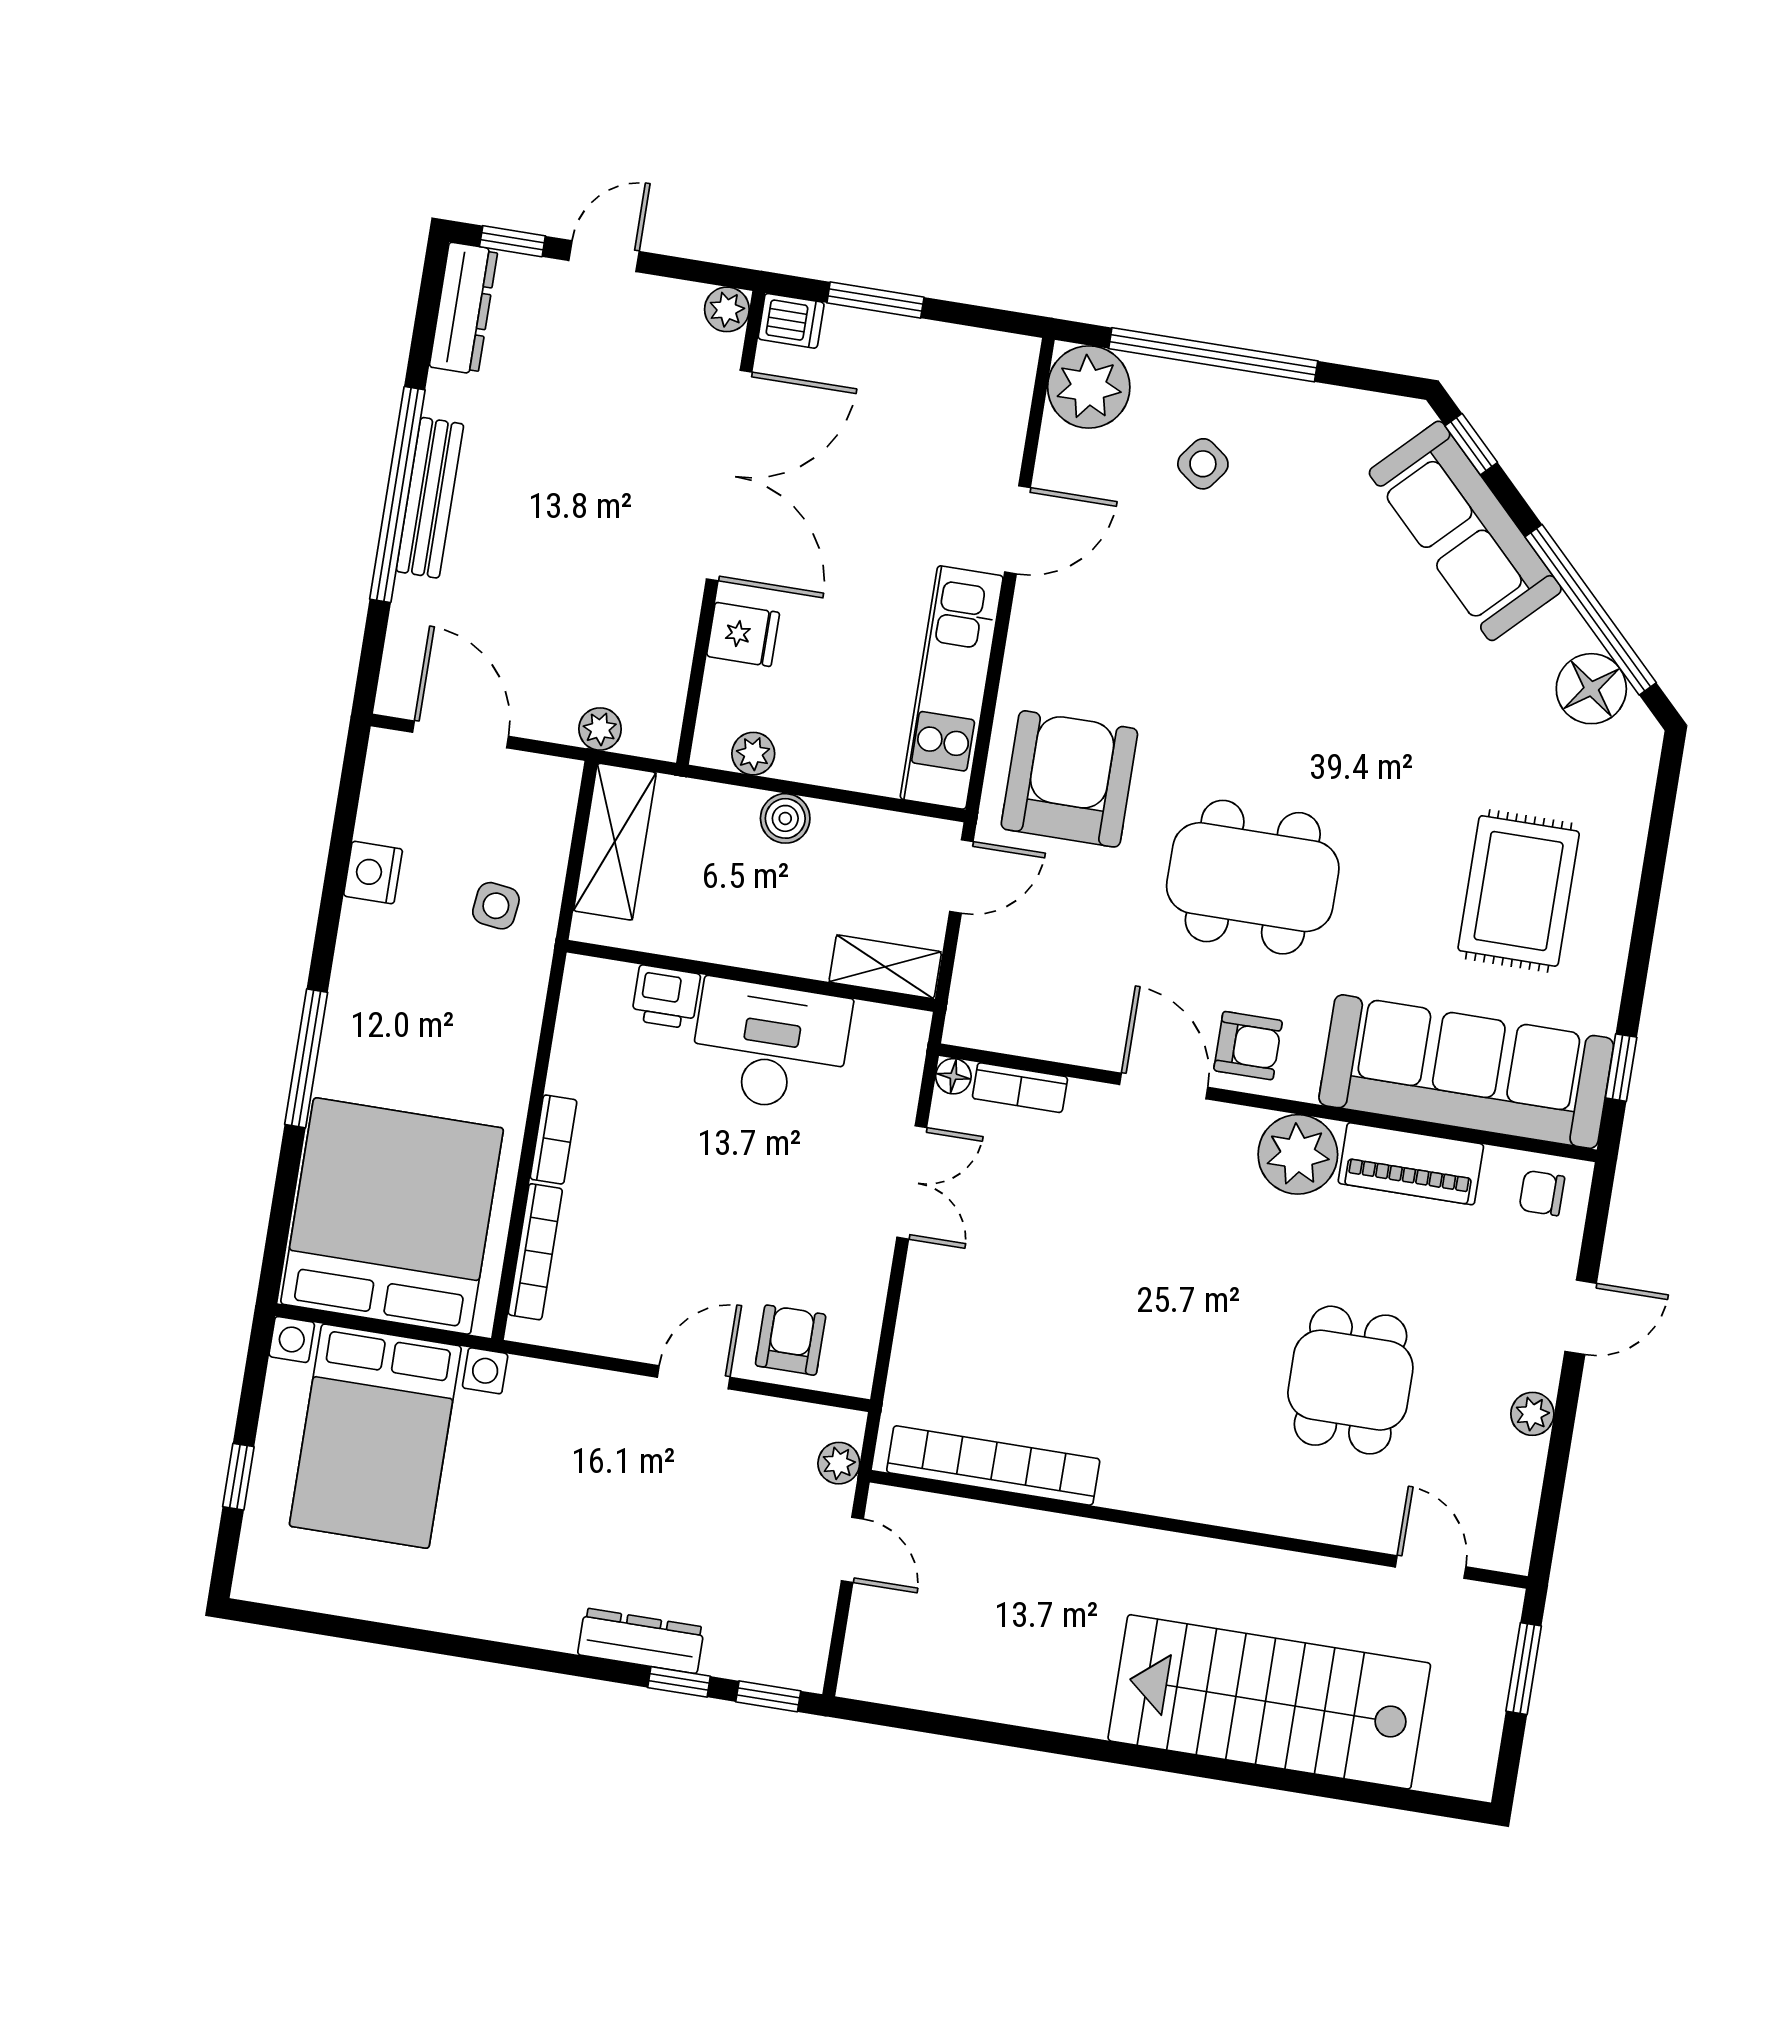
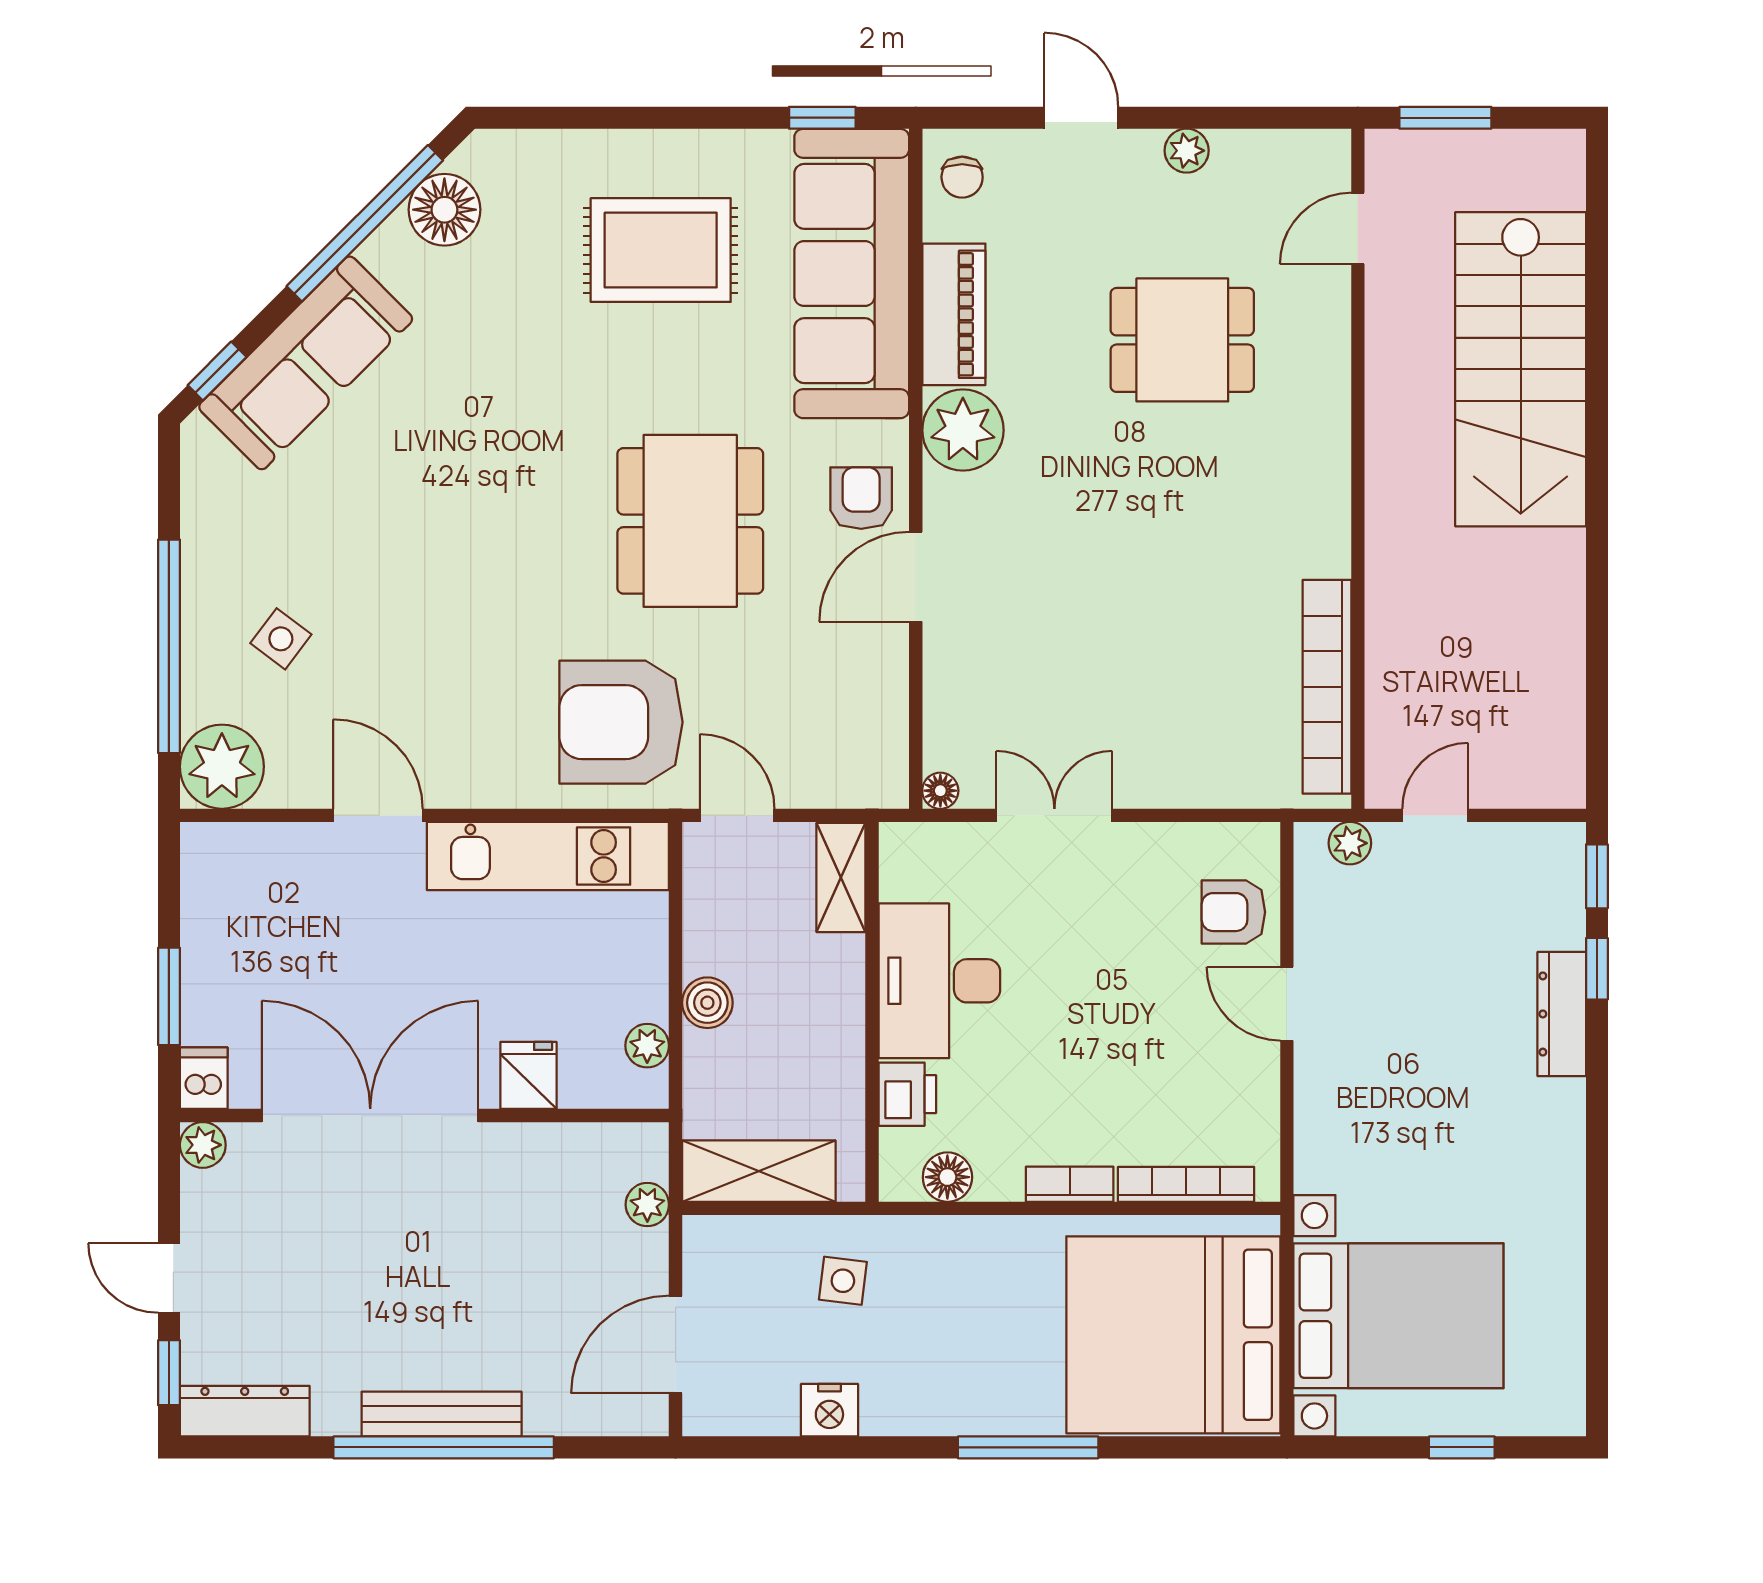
floor lamp: (580, 1023) -> (947, 1177), added
bookcase: (1020, 1088) -> (941, 722), removed

